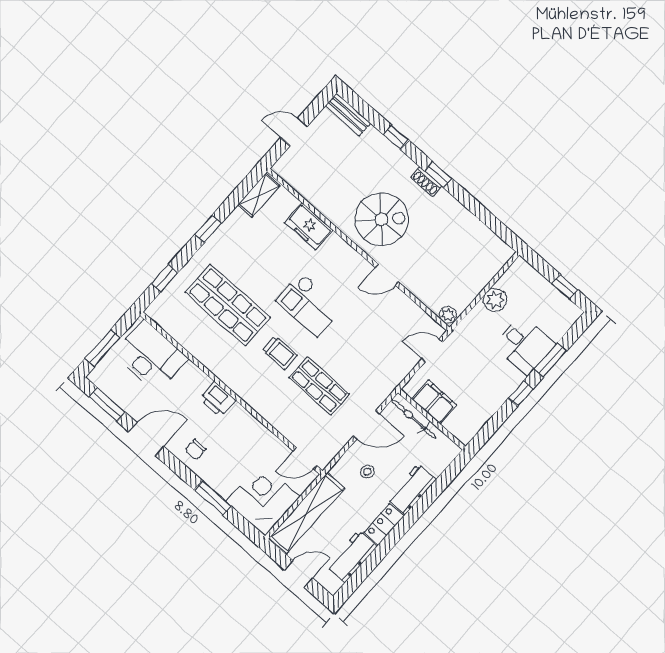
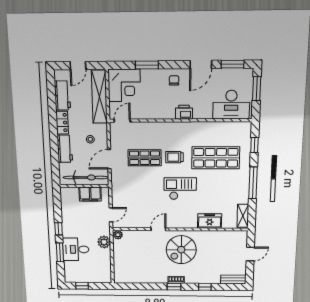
window: (208, 229) -> (253, 183), width x2.17
plant: (495, 300) -> (104, 242), moved
bicycle: (414, 419) -> (86, 177), width x1.37, depth x1.40

